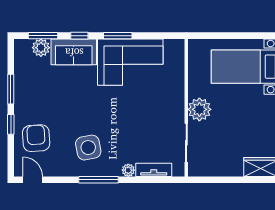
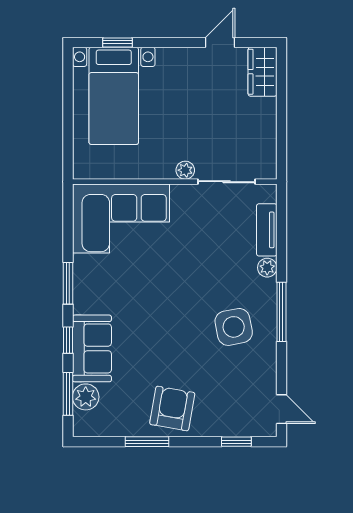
corner sofa: (130, 62) -> (121, 219), moved, turned 90
plant: (199, 109) -> (185, 170), width x0.53, depth x0.53
window: (11, 124) -> (236, 442), moved
armchair: (36, 138) -> (172, 408), moved, turned 104
door: (33, 180) -> (281, 409), swing flipped

